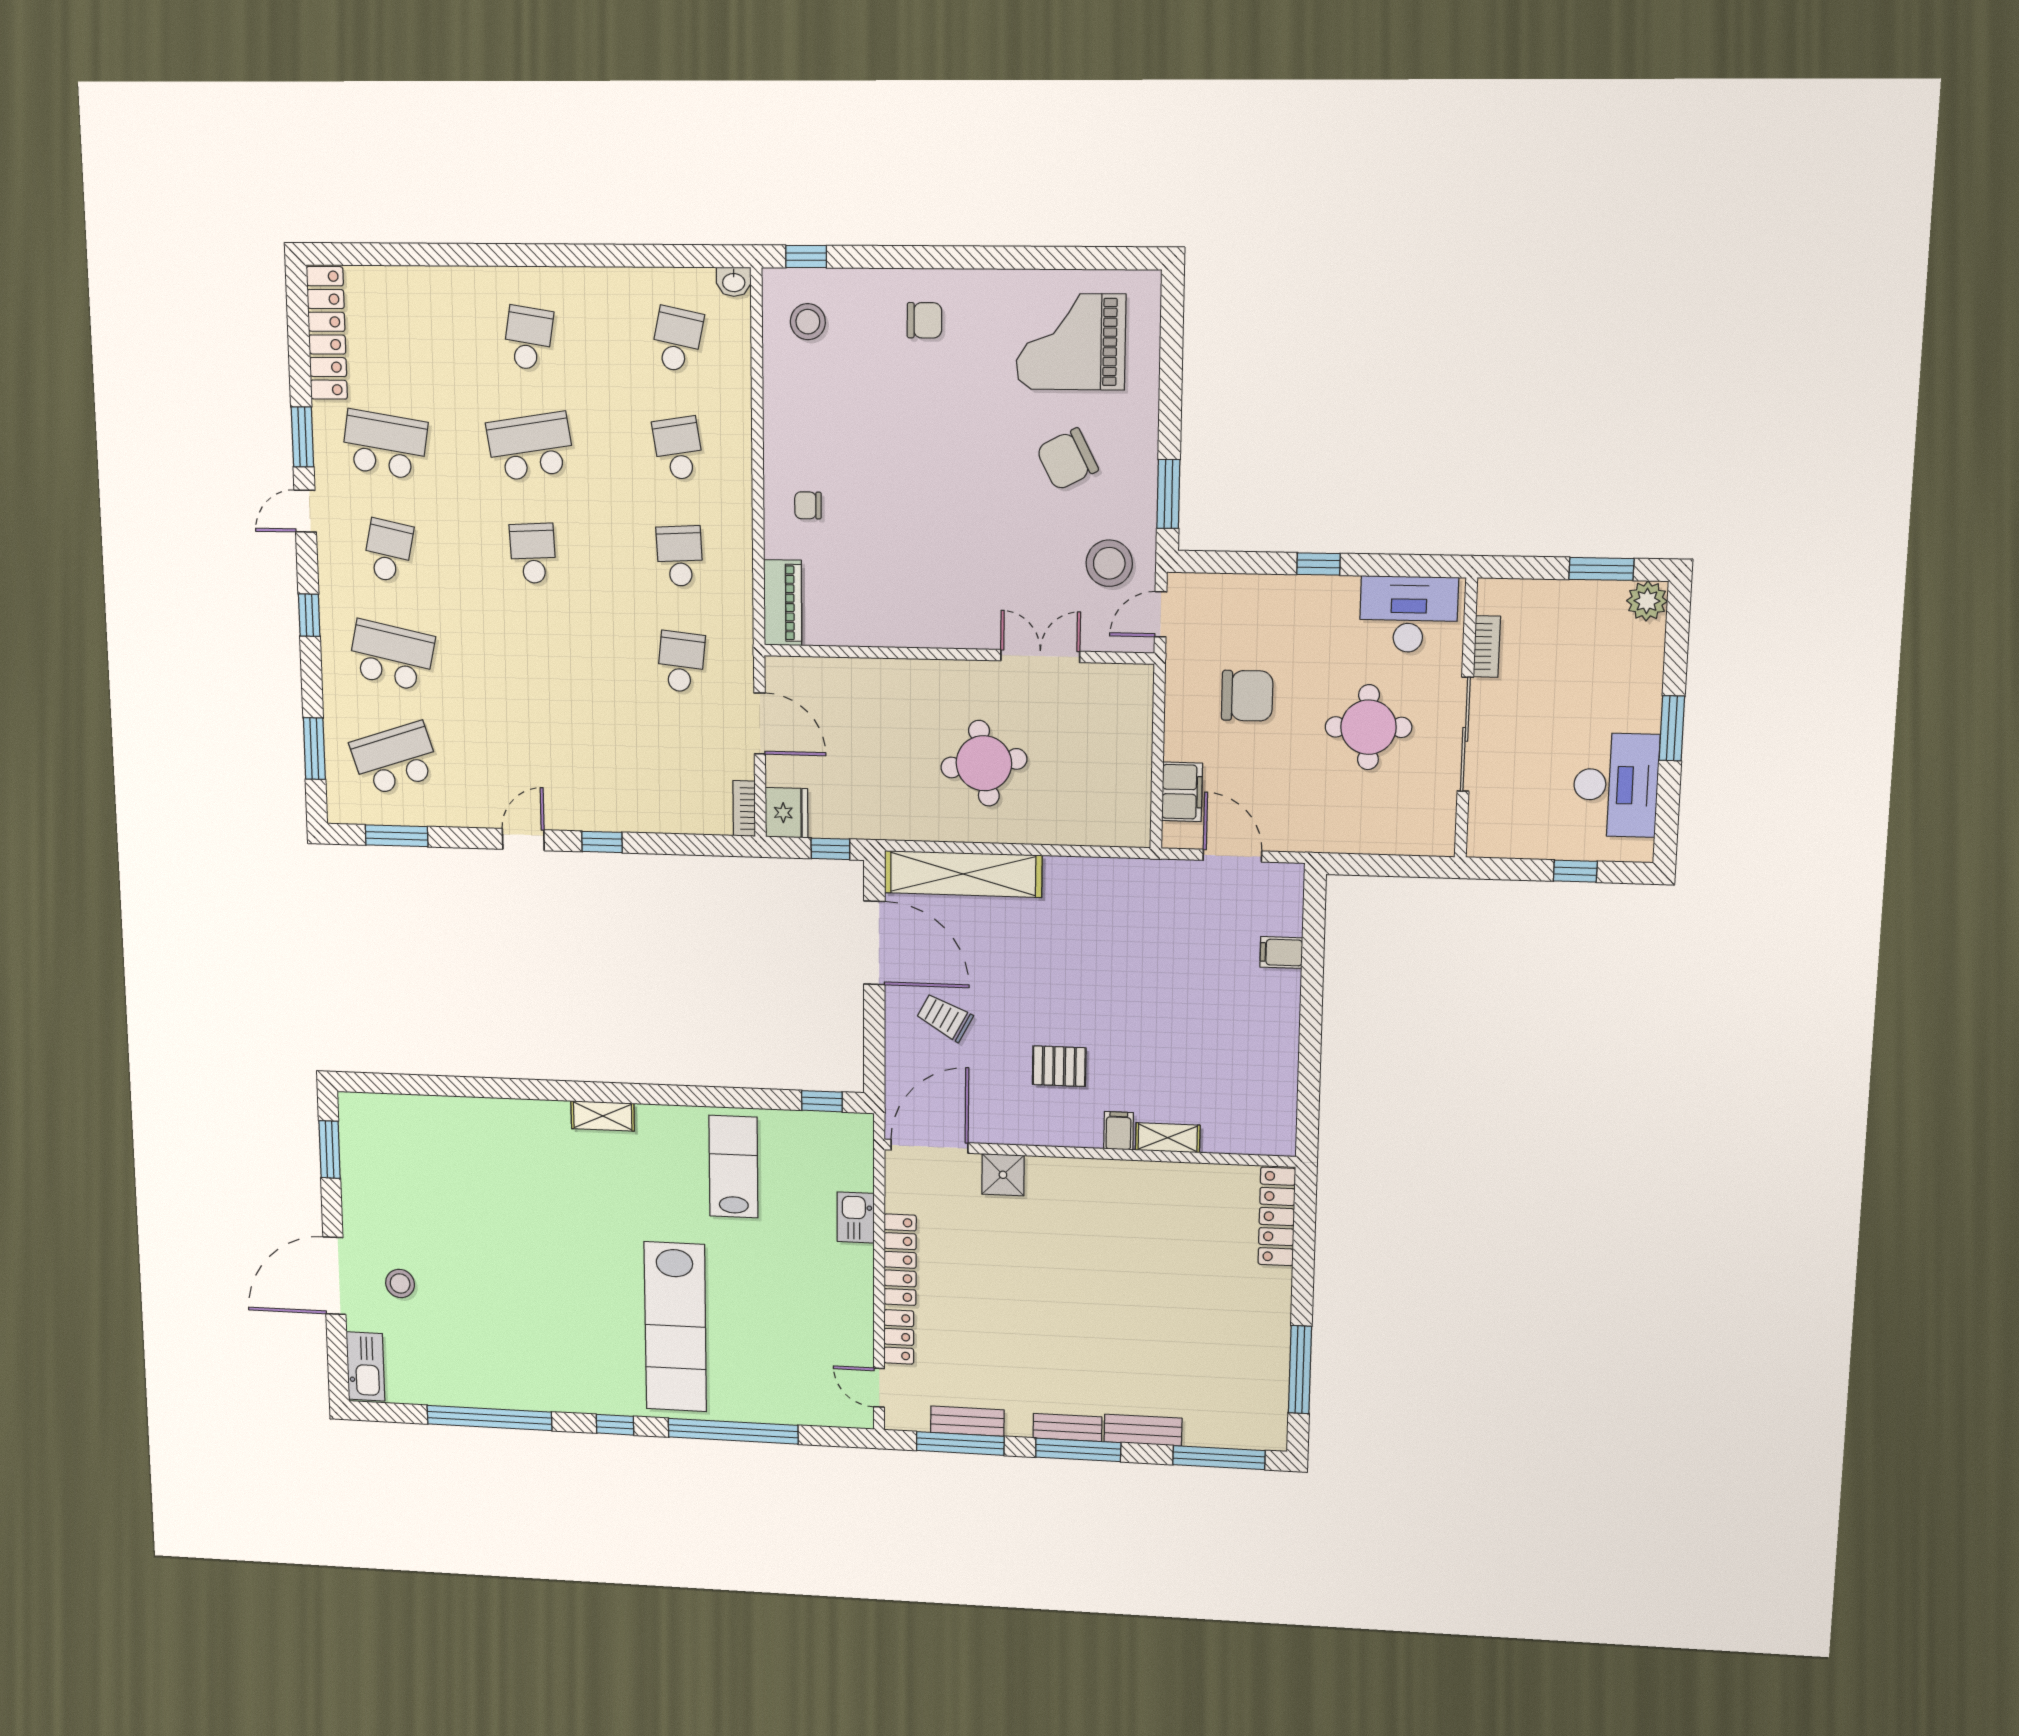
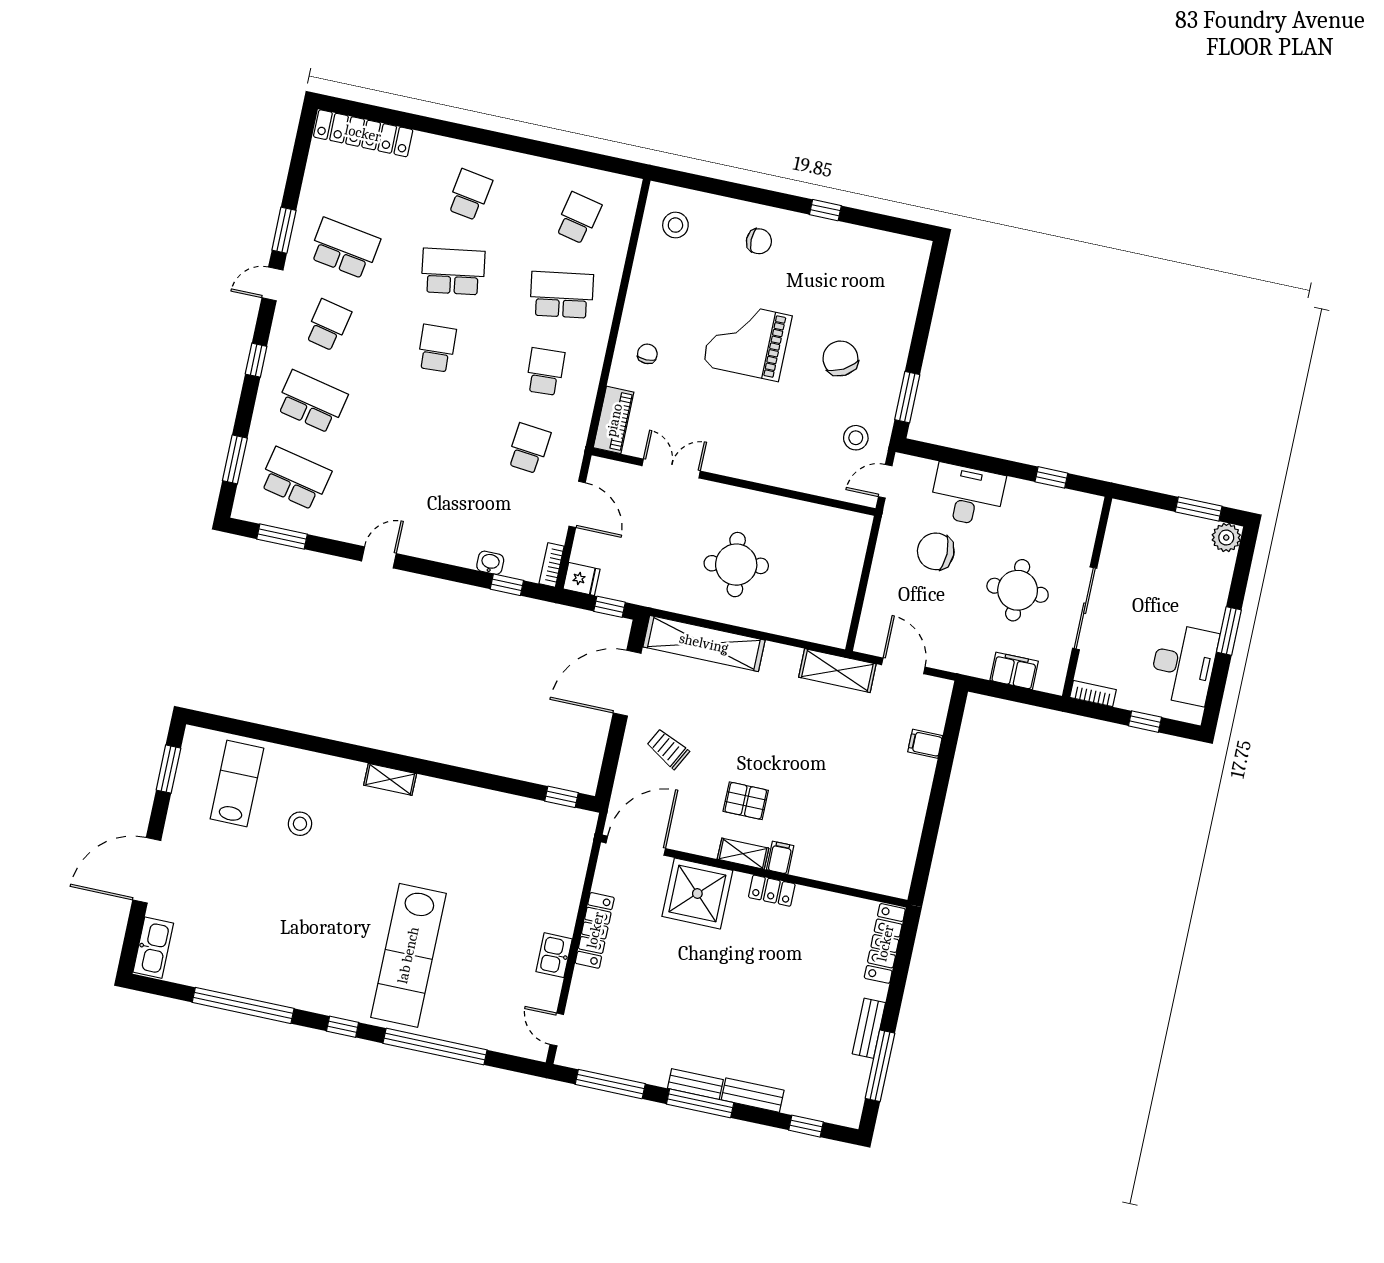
window: (806, 257) -> (825, 210), moved
washbasin: (734, 282) -> (490, 563), moved, turned 180
locker: (327, 333) -> (363, 133), moved, turned 90
grand piano: (1071, 342) -> (747, 341), moved
school desk: (678, 449) -> (562, 295), width x1.85
chair: (1067, 459) -> (840, 358), turned 88
chair: (808, 505) -> (647, 354), turned 90
stool: (1109, 563) -> (856, 438), width x0.73, depth x0.73
window: (1319, 564) -> (1051, 477), moved
desk: (1409, 614) -> (967, 495), moved
bookcase: (1487, 647) -> (1093, 693), moved, turned -90
double door: (1040, 656) -> (671, 468), moved
chair: (1247, 696) -> (936, 551), turned 180
school desk: (395, 759) -> (295, 479), turned 30
filing cabinet: (1182, 792) -> (1014, 671), moved, turned -90
fridge: (787, 813) -> (582, 579), width x0.72
window: (602, 842) -> (507, 585), moved
shelving: (1146, 878) -> (837, 671), added
door: (874, 943) -> (627, 683), swing flipped
shelving: (1168, 1138) -> (743, 854), moved
lab bench: (733, 1167) -> (237, 783), moved
shower: (1003, 1175) -> (697, 893), width x1.86, depth x1.86
kitchen sink: (856, 1217) -> (554, 955), moved
stool: (400, 1283) -> (300, 824), moved
locker: (899, 1337) -> (772, 891), moved, turned 90
bench: (967, 1421) -> (869, 1028), moved, turned 90
window: (1219, 1458) -> (806, 1126), width x0.46

